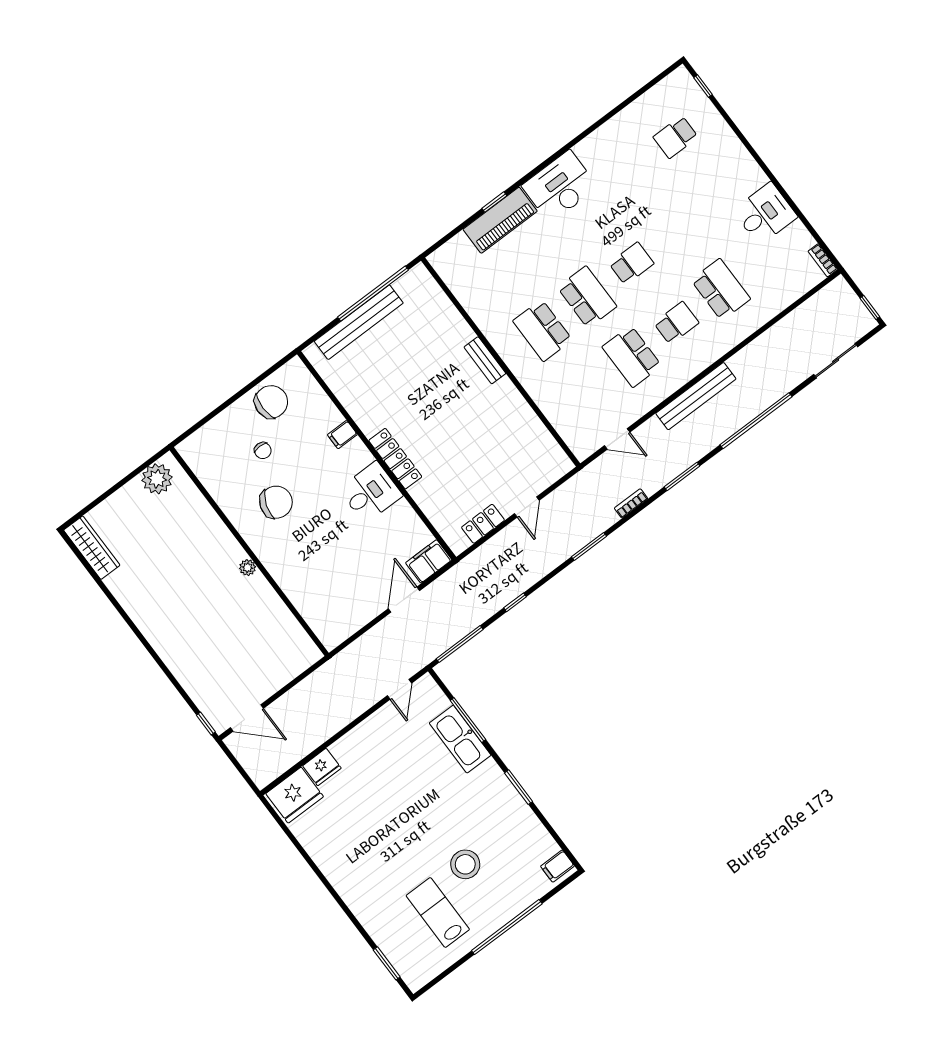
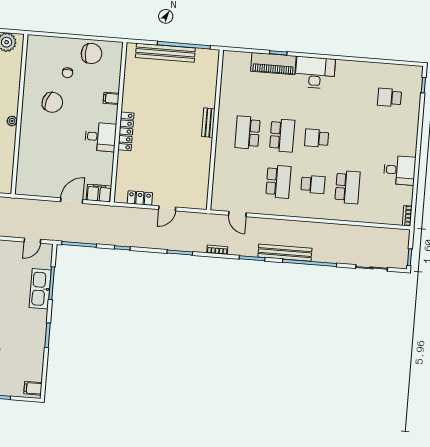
school desk: (631, 263) -> (317, 138), turned 180
school desk: (632, 356) -> (278, 182), turned 180
bench: (696, 396) -> (285, 253), moved

